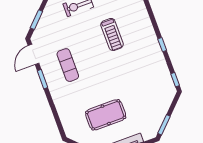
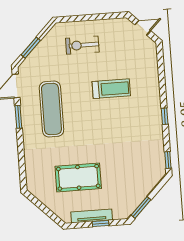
treadmill: (112, 34) -> (111, 89), turned -90
exercise mat: (68, 65) -> (51, 109), width x1.36, depth x1.45

